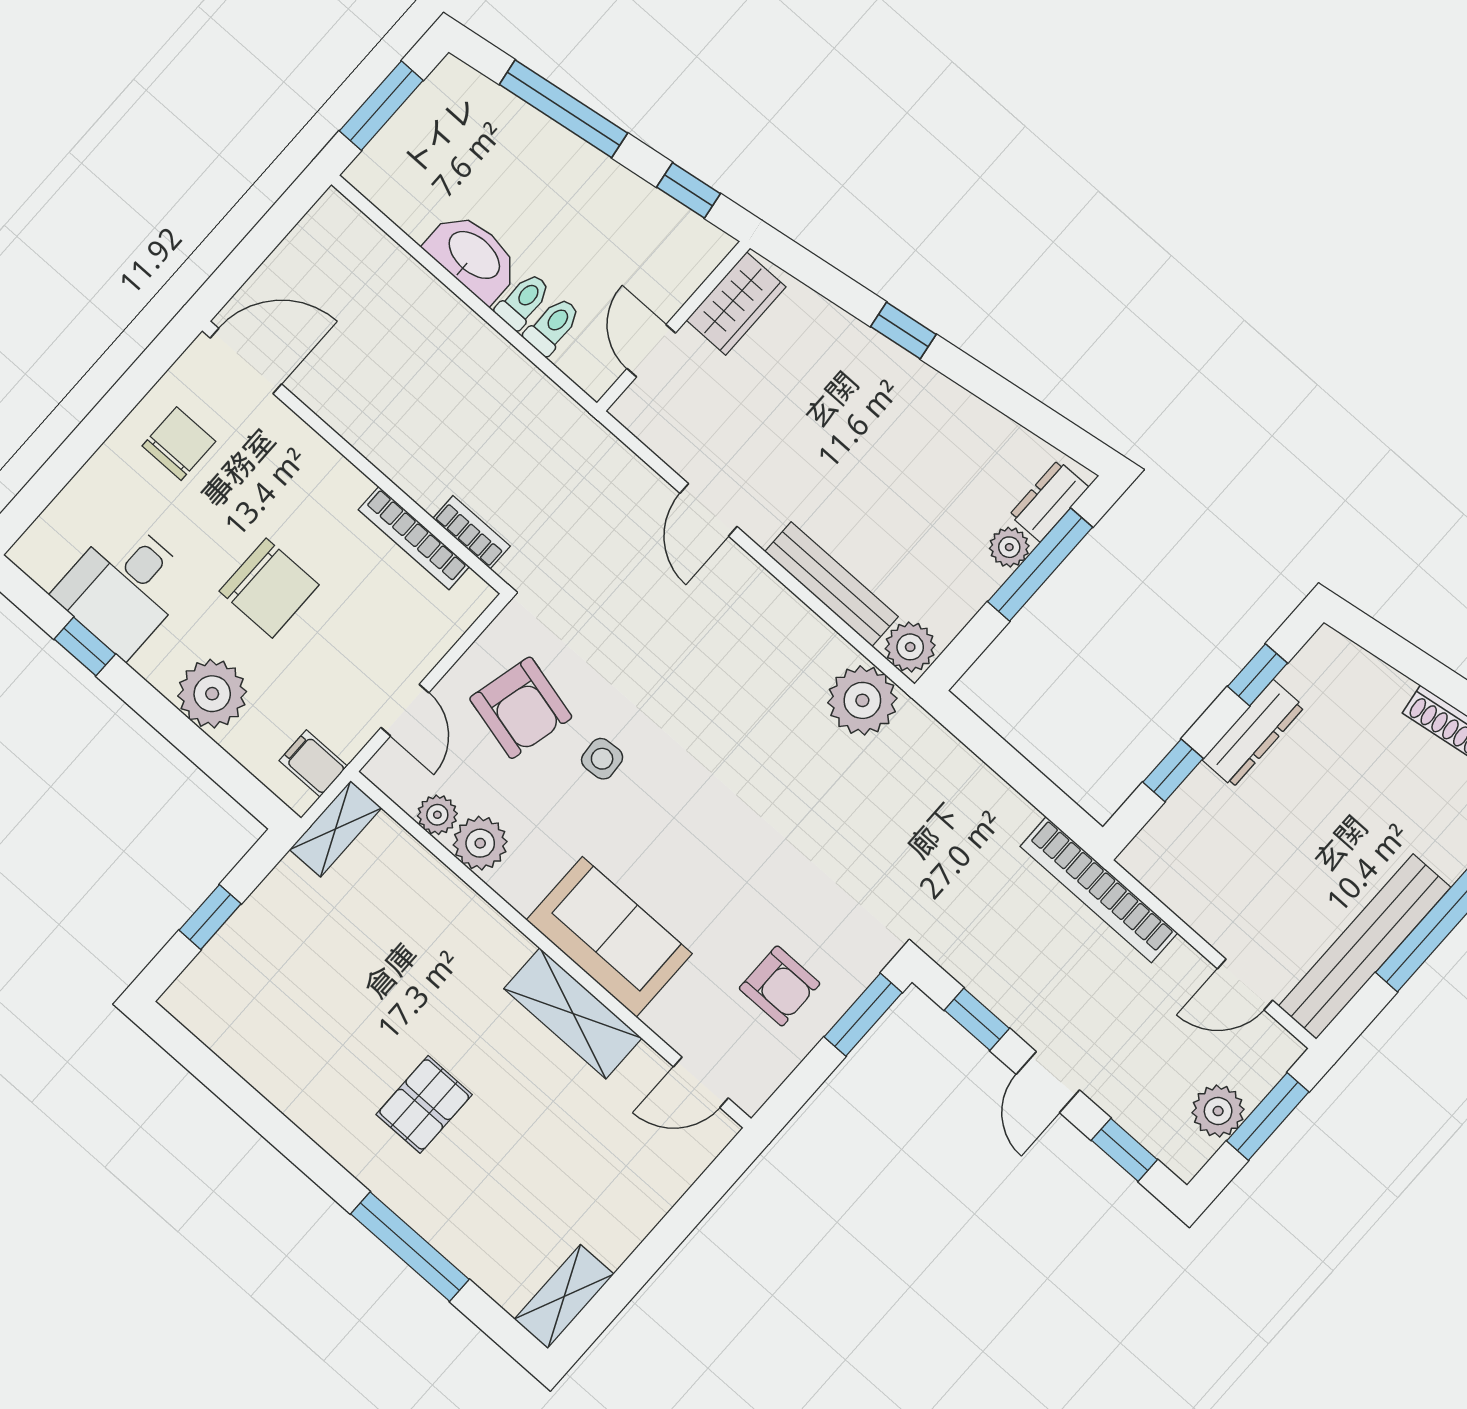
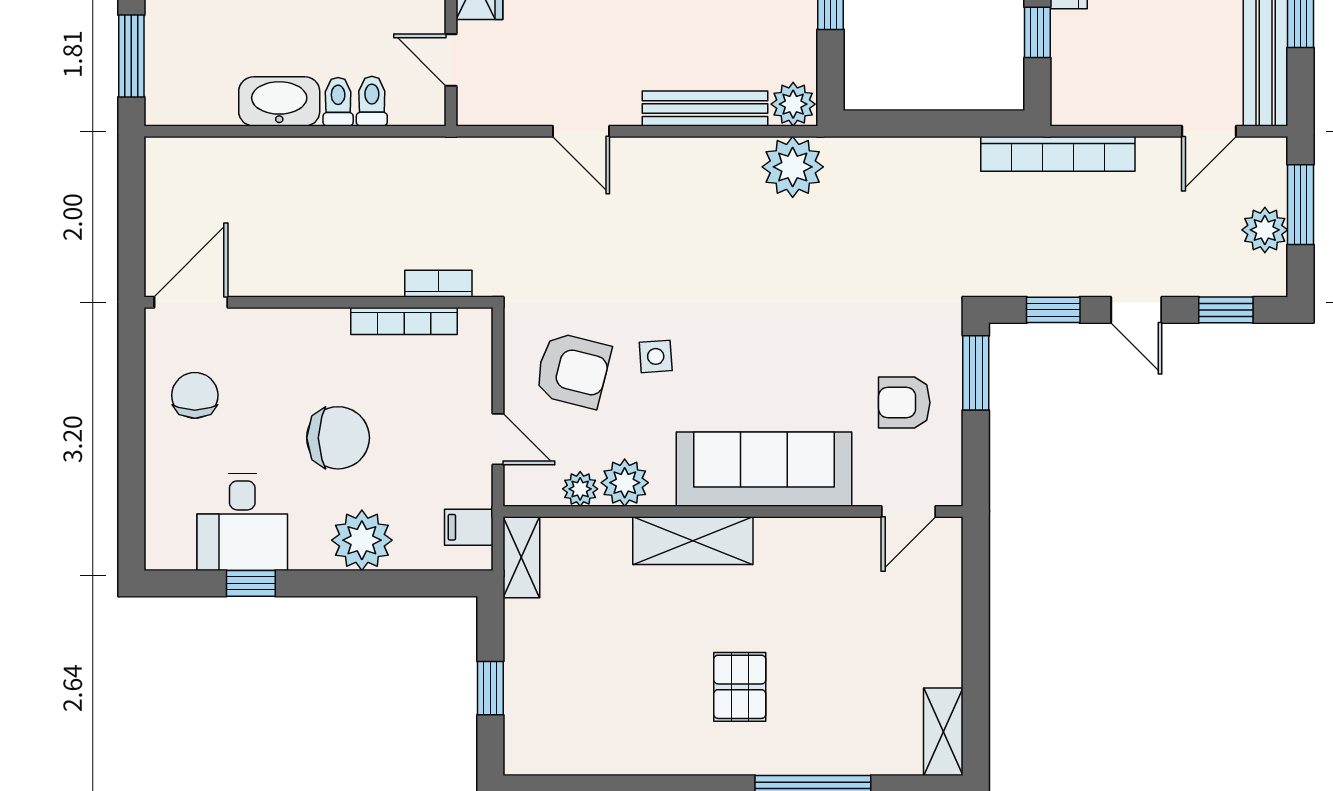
sofa: (609, 937) -> (764, 469), width x1.36
armchair: (780, 986) -> (904, 403), turned 180
shelving: (573, 1013) -> (693, 541), moved

